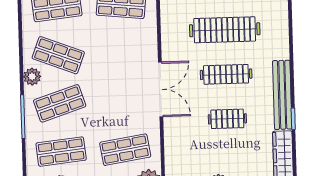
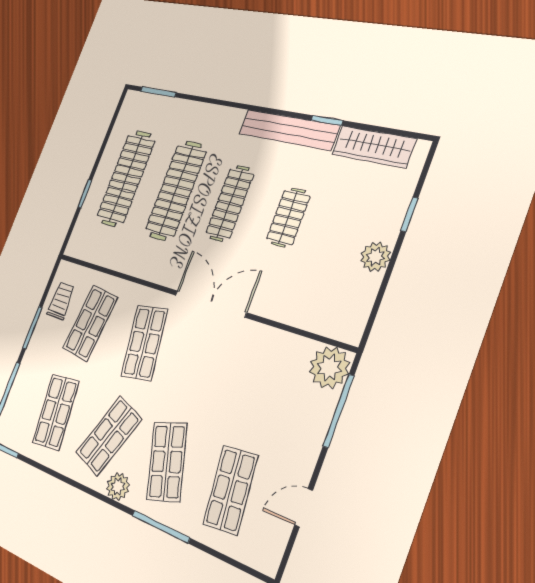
shop shelf: (125, 150) -> (144, 343), moved

